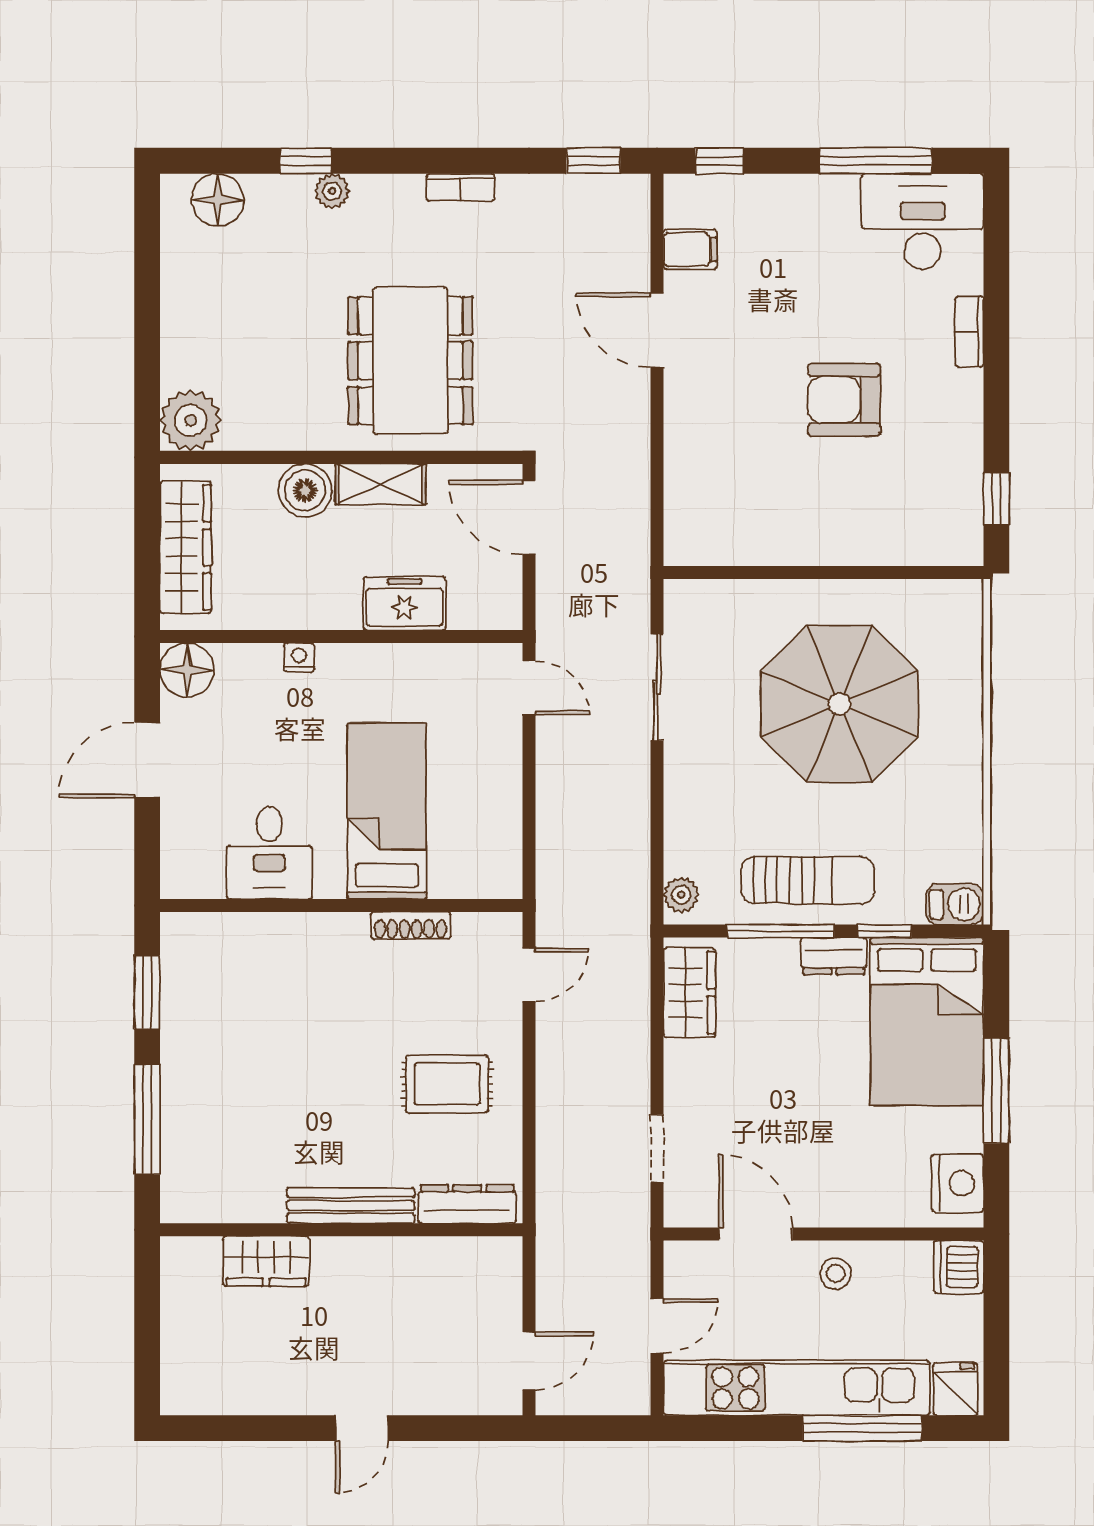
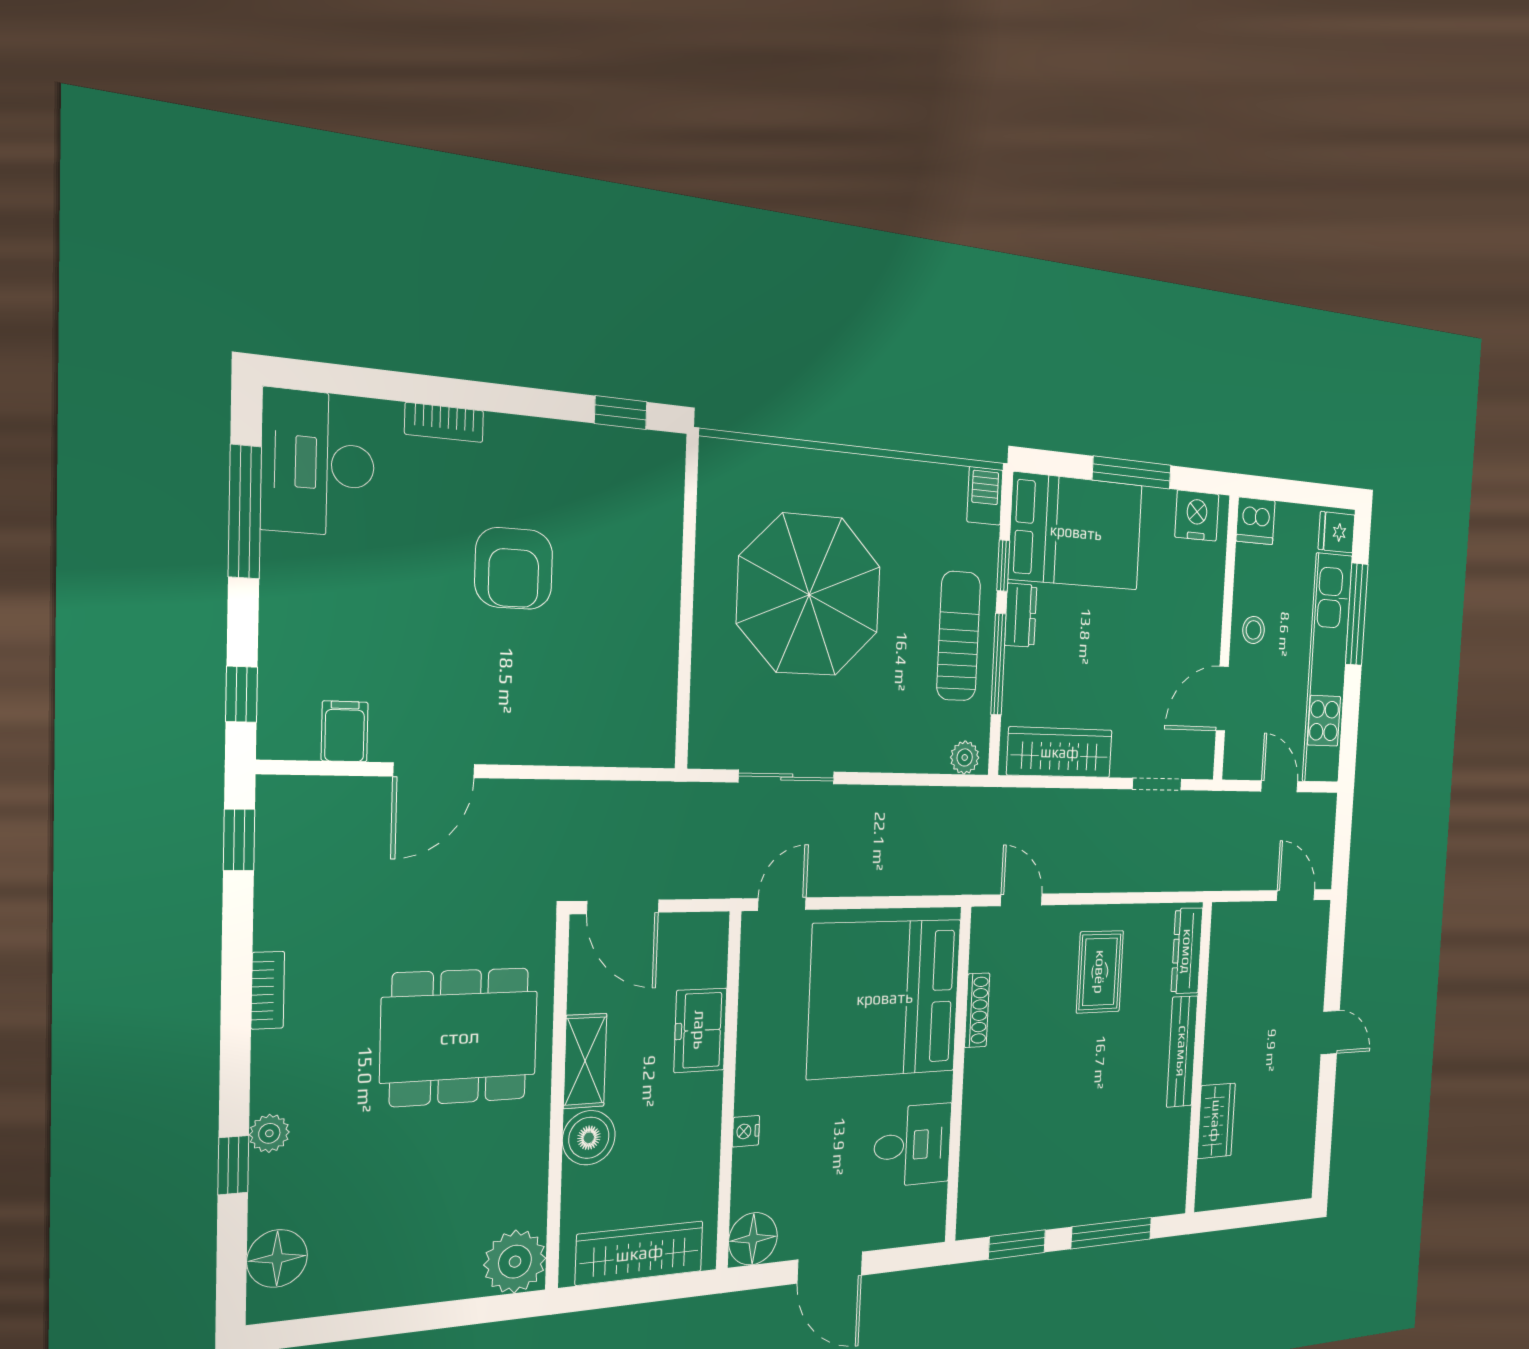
door: (529, 518) -> (623, 907), hinge flipped
bed: (387, 811) -> (885, 998), width x2.04
wardrobe: (689, 993) -> (1060, 752), width x1.50

